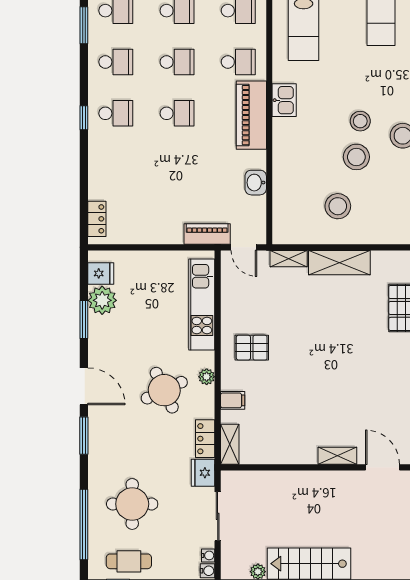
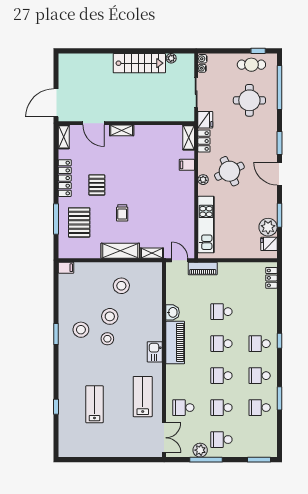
school desk: (238, 62) -> (221, 312), moved
washbasin: (256, 183) -> (172, 312), moved
trolley: (337, 323) -> (122, 213), added
pallet: (252, 348) -> (97, 185), moved, turned 90

